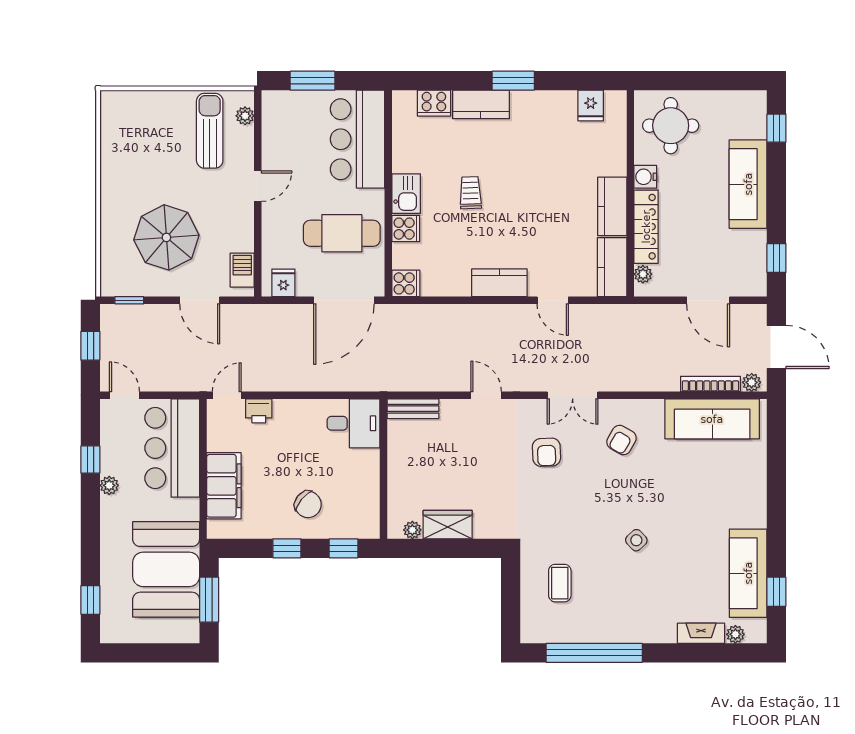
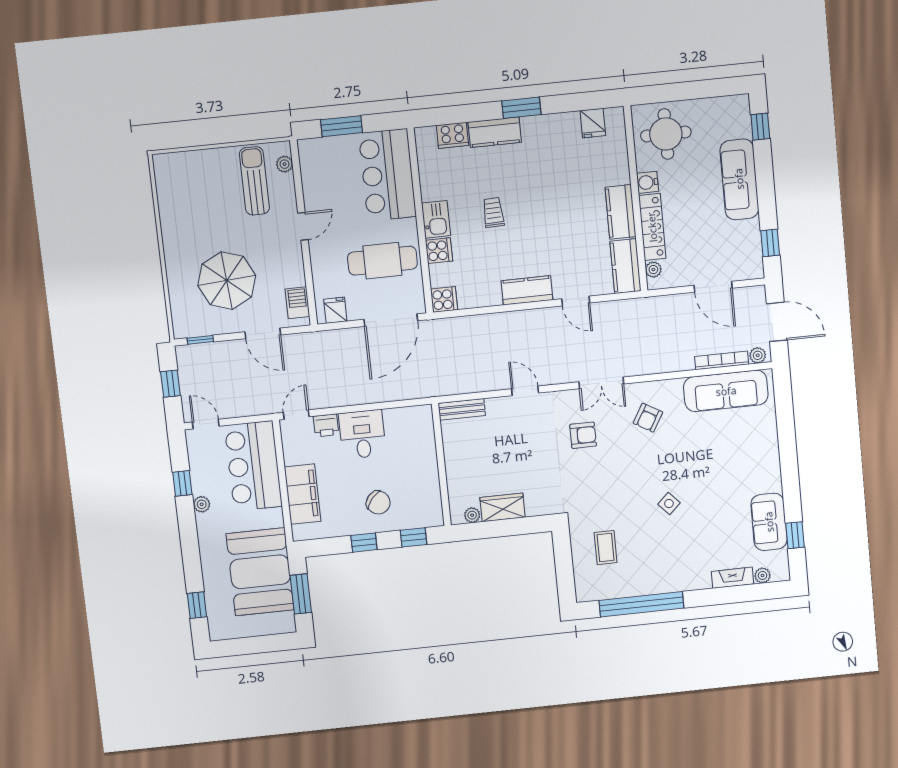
desk: (354, 423) -> (362, 434), moved, turned -90
armchair: (546, 452) -> (583, 435), turned -88
sofa: (748, 573) -> (769, 522), width x0.73

